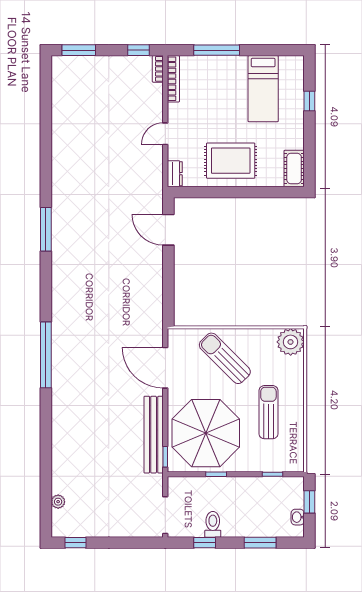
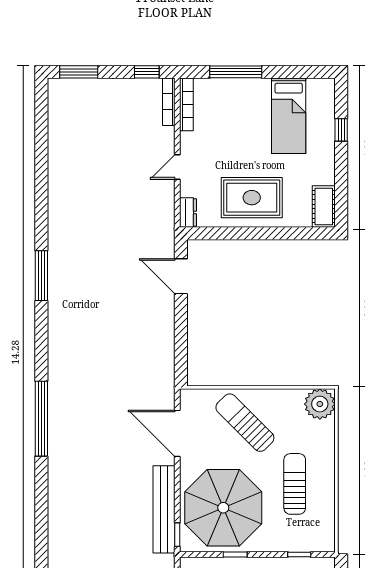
bookcase: (158, 69) -> (169, 102), width x1.56

